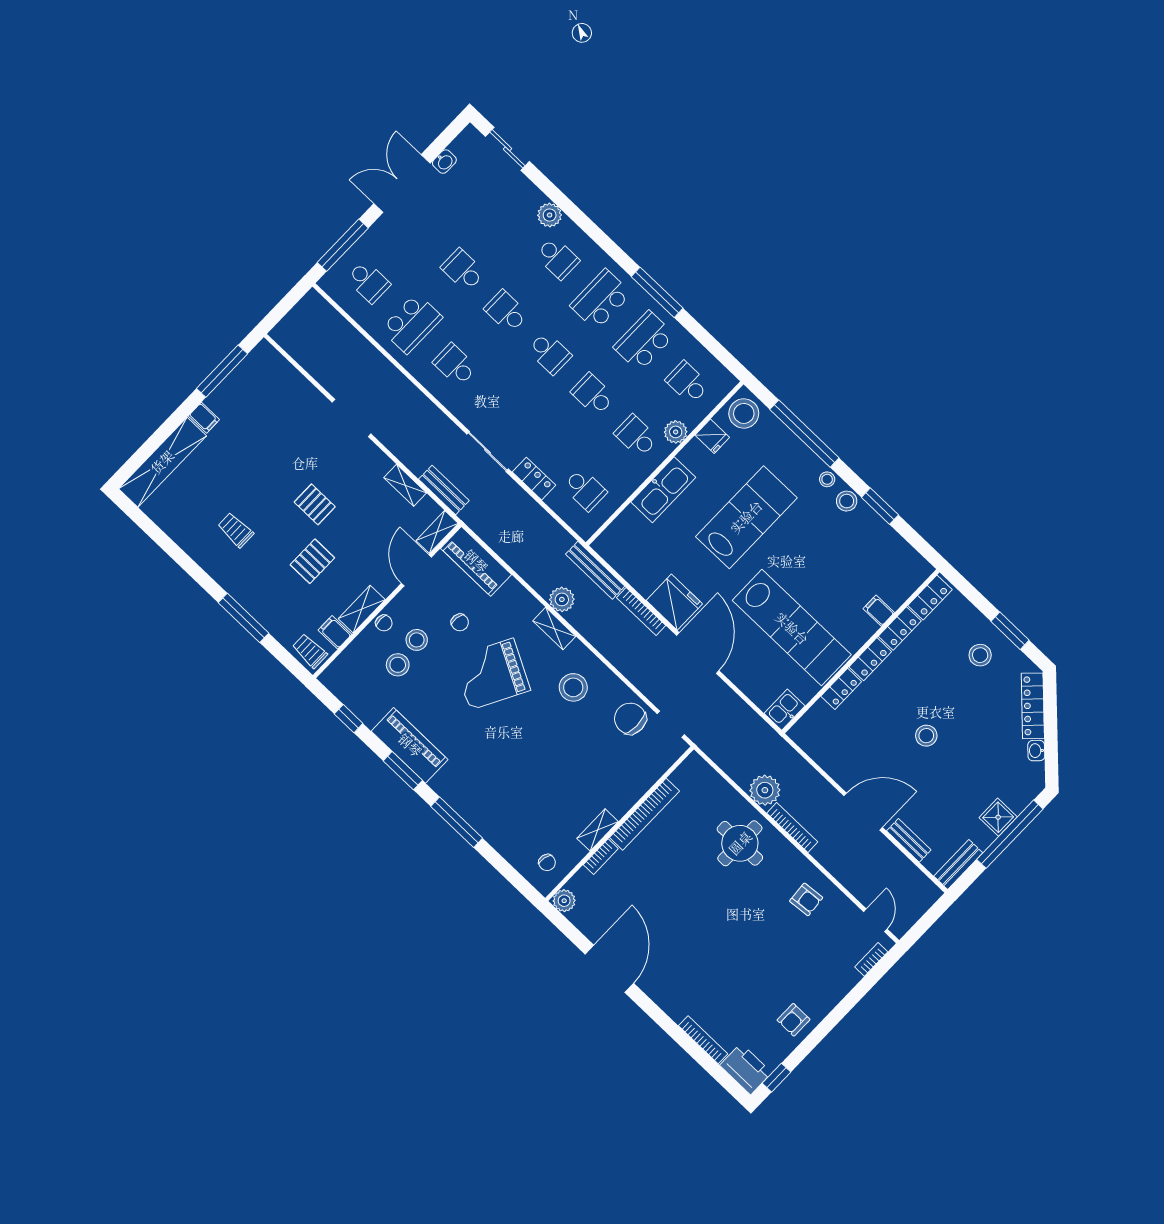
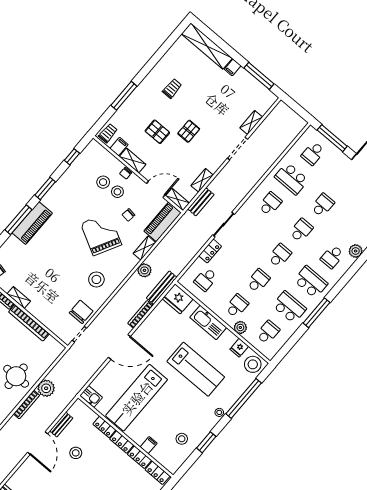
school desk: (549, 353) -> (280, 255), turned 180
shelving: (306, 390) -> (251, 122), added
stool: (847, 501) -> (182, 439), moved
fridge: (674, 602) -> (178, 299), moved, turned 90
shelving: (554, 629) -> (144, 248), moved
stool: (926, 736) -> (76, 453), moved
piano: (410, 745) -> (32, 223), moved
bench: (909, 840) -> (61, 425), moved

